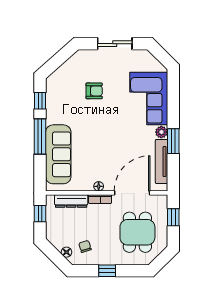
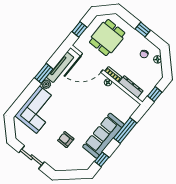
window: (40, 137) -> (125, 131), moved
sofa: (58, 154) -> (103, 136), moved

